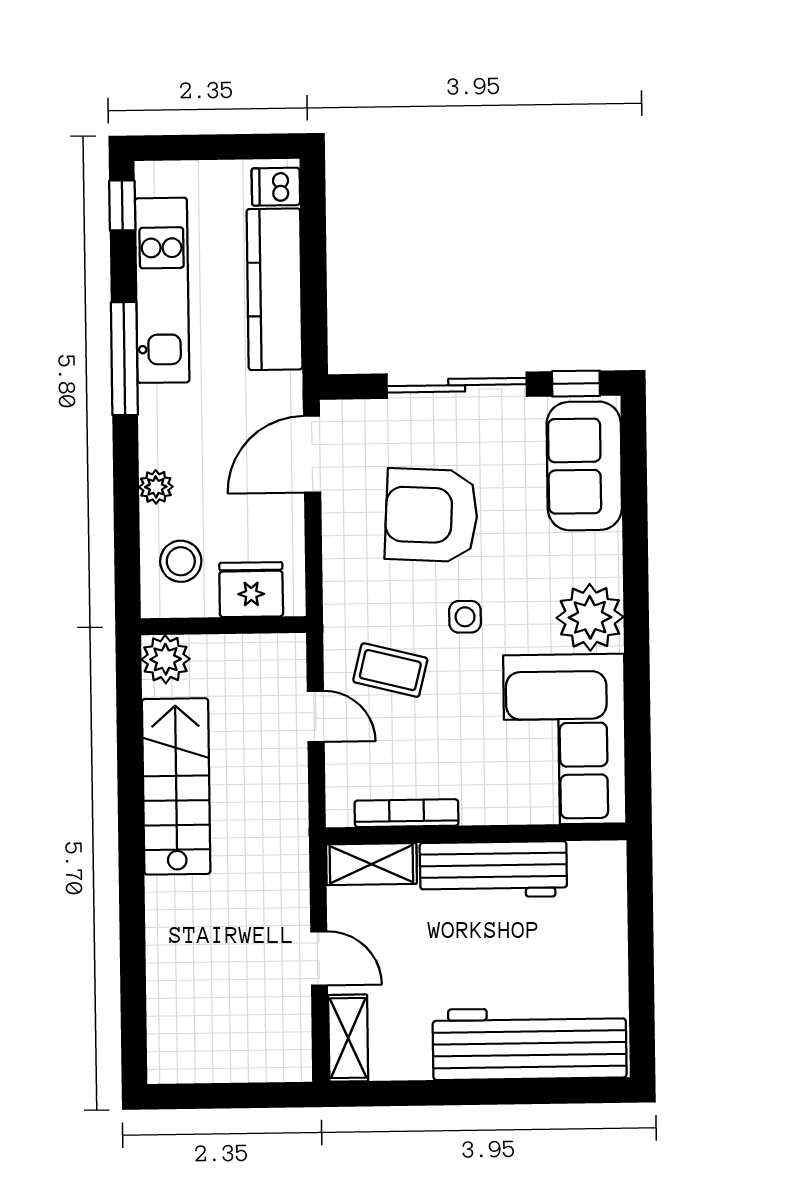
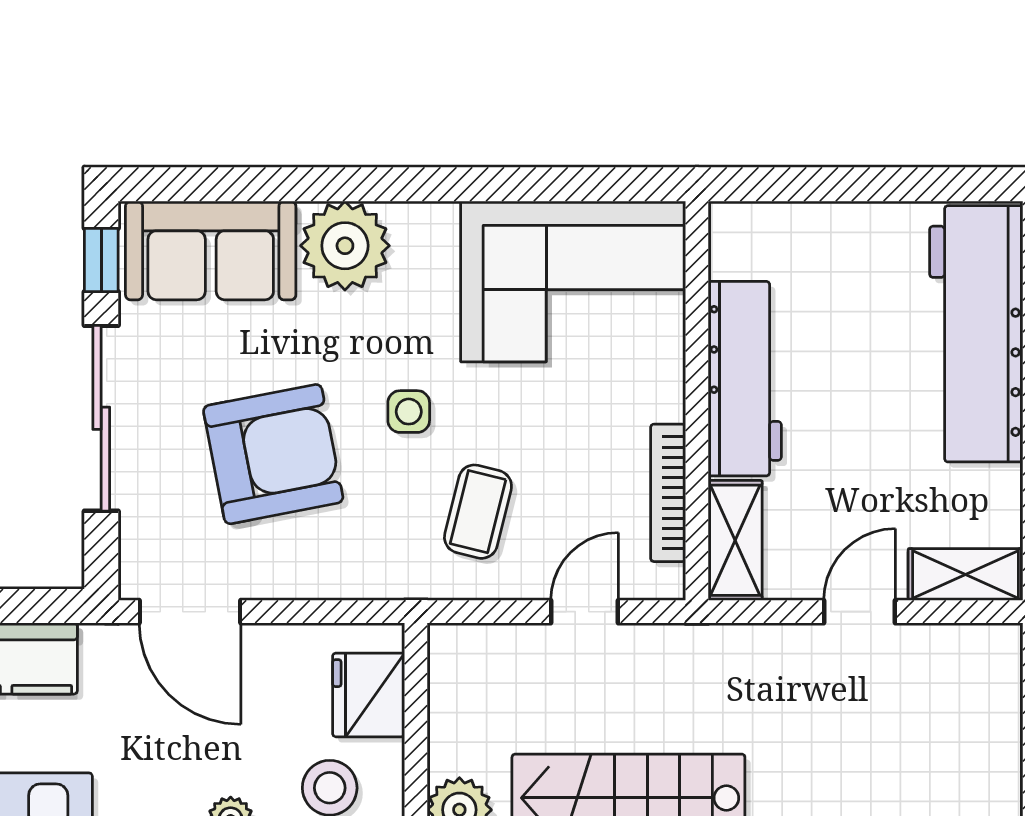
armchair: (432, 515) -> (273, 454), turned -104
plant: (590, 617) -> (345, 246), moved
door: (316, 717) -> (585, 612), moved

